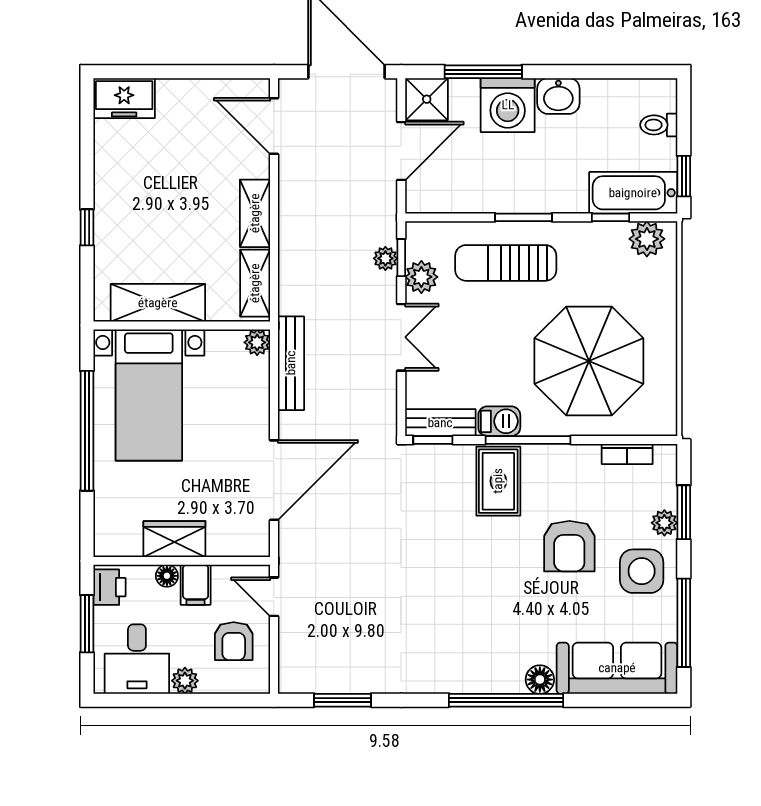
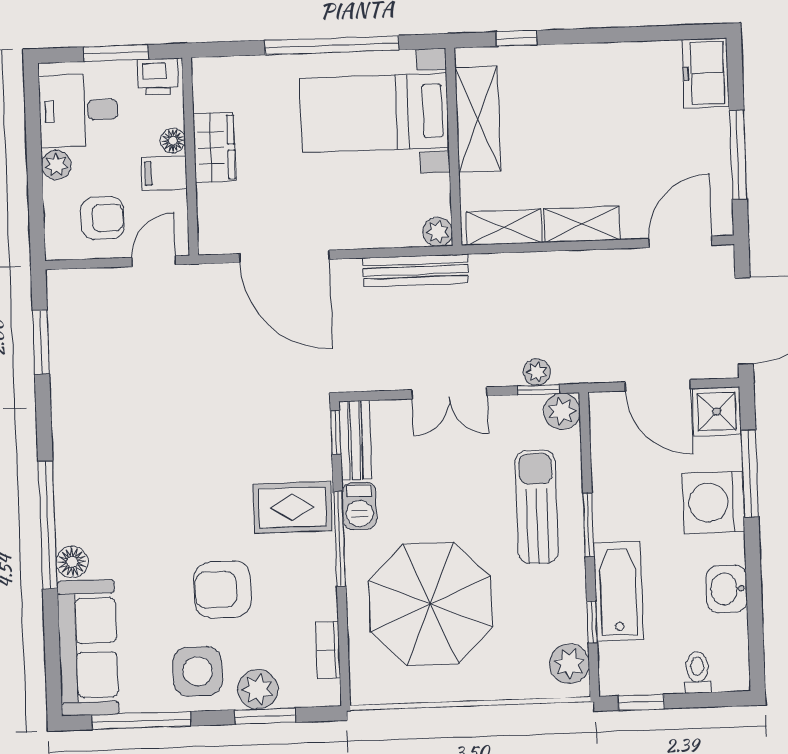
window: (198, 72) -> (738, 155), added
washbasin: (558, 96) -> (727, 589), moved
bathtub: (633, 193) -> (618, 591), moved
window: (87, 227) -> (517, 38), moved
plant: (421, 277) -> (562, 411), moved
plant: (664, 523) -> (258, 689), width x1.38, depth x1.38
armchair: (234, 641) -> (102, 218), turned 180

